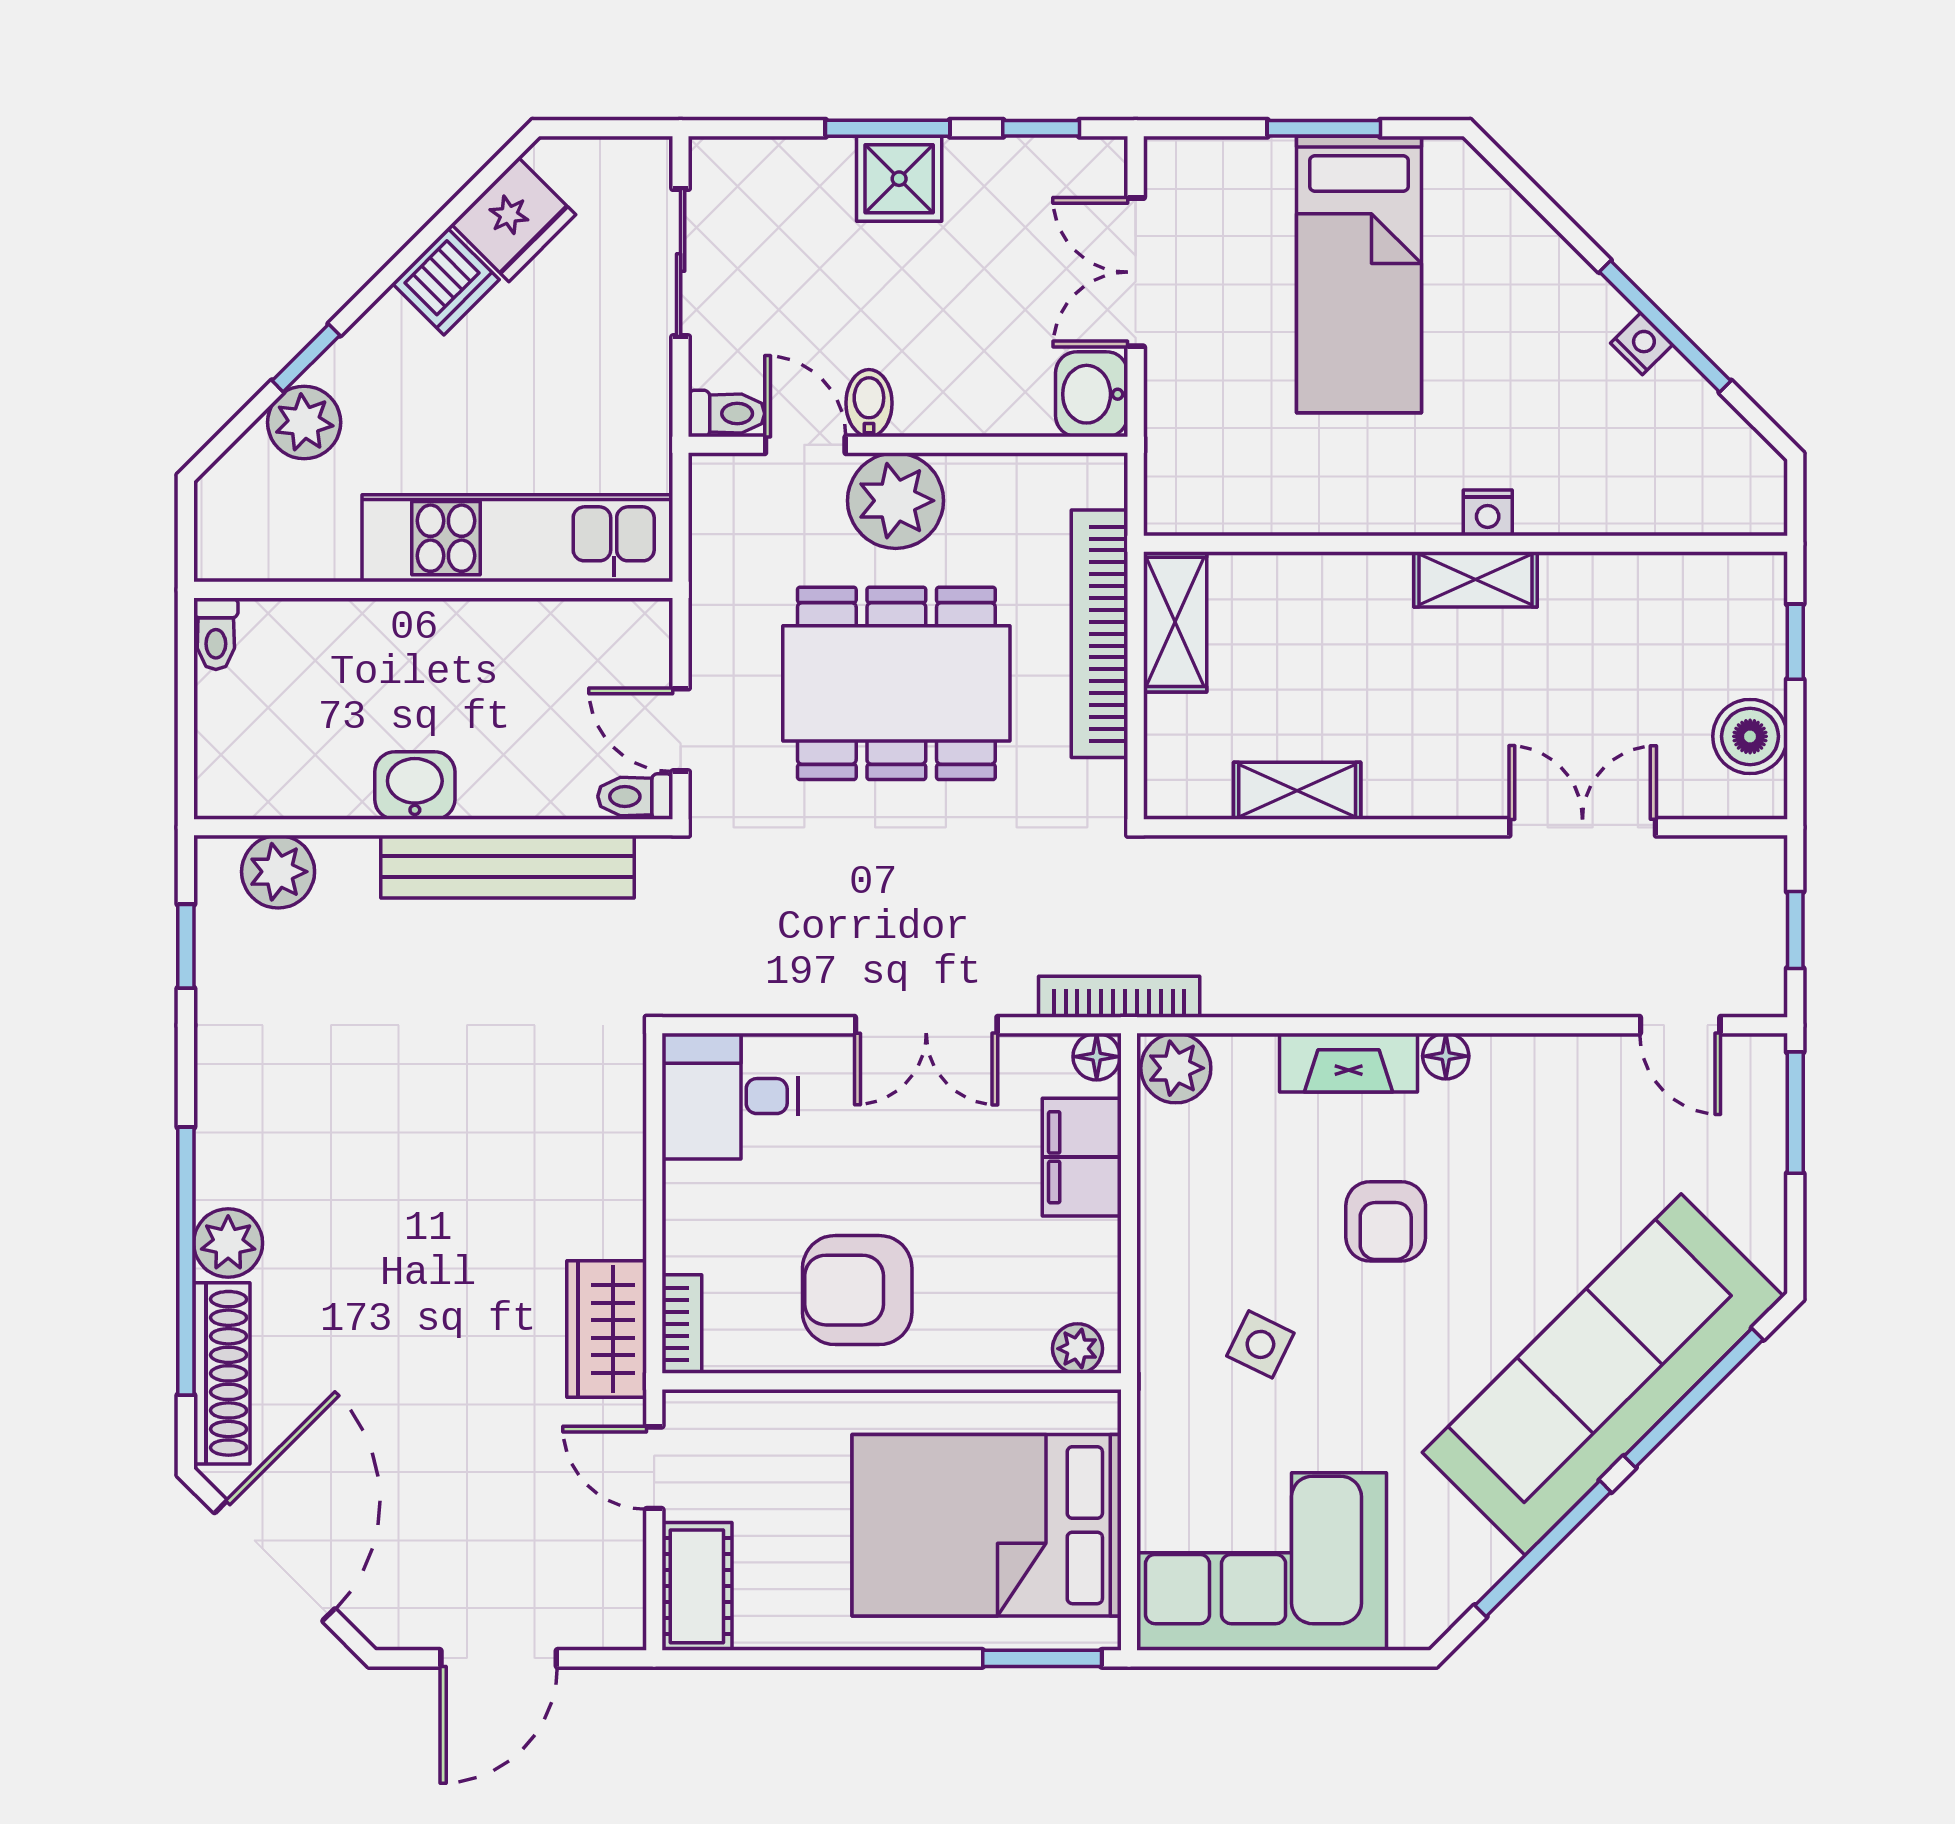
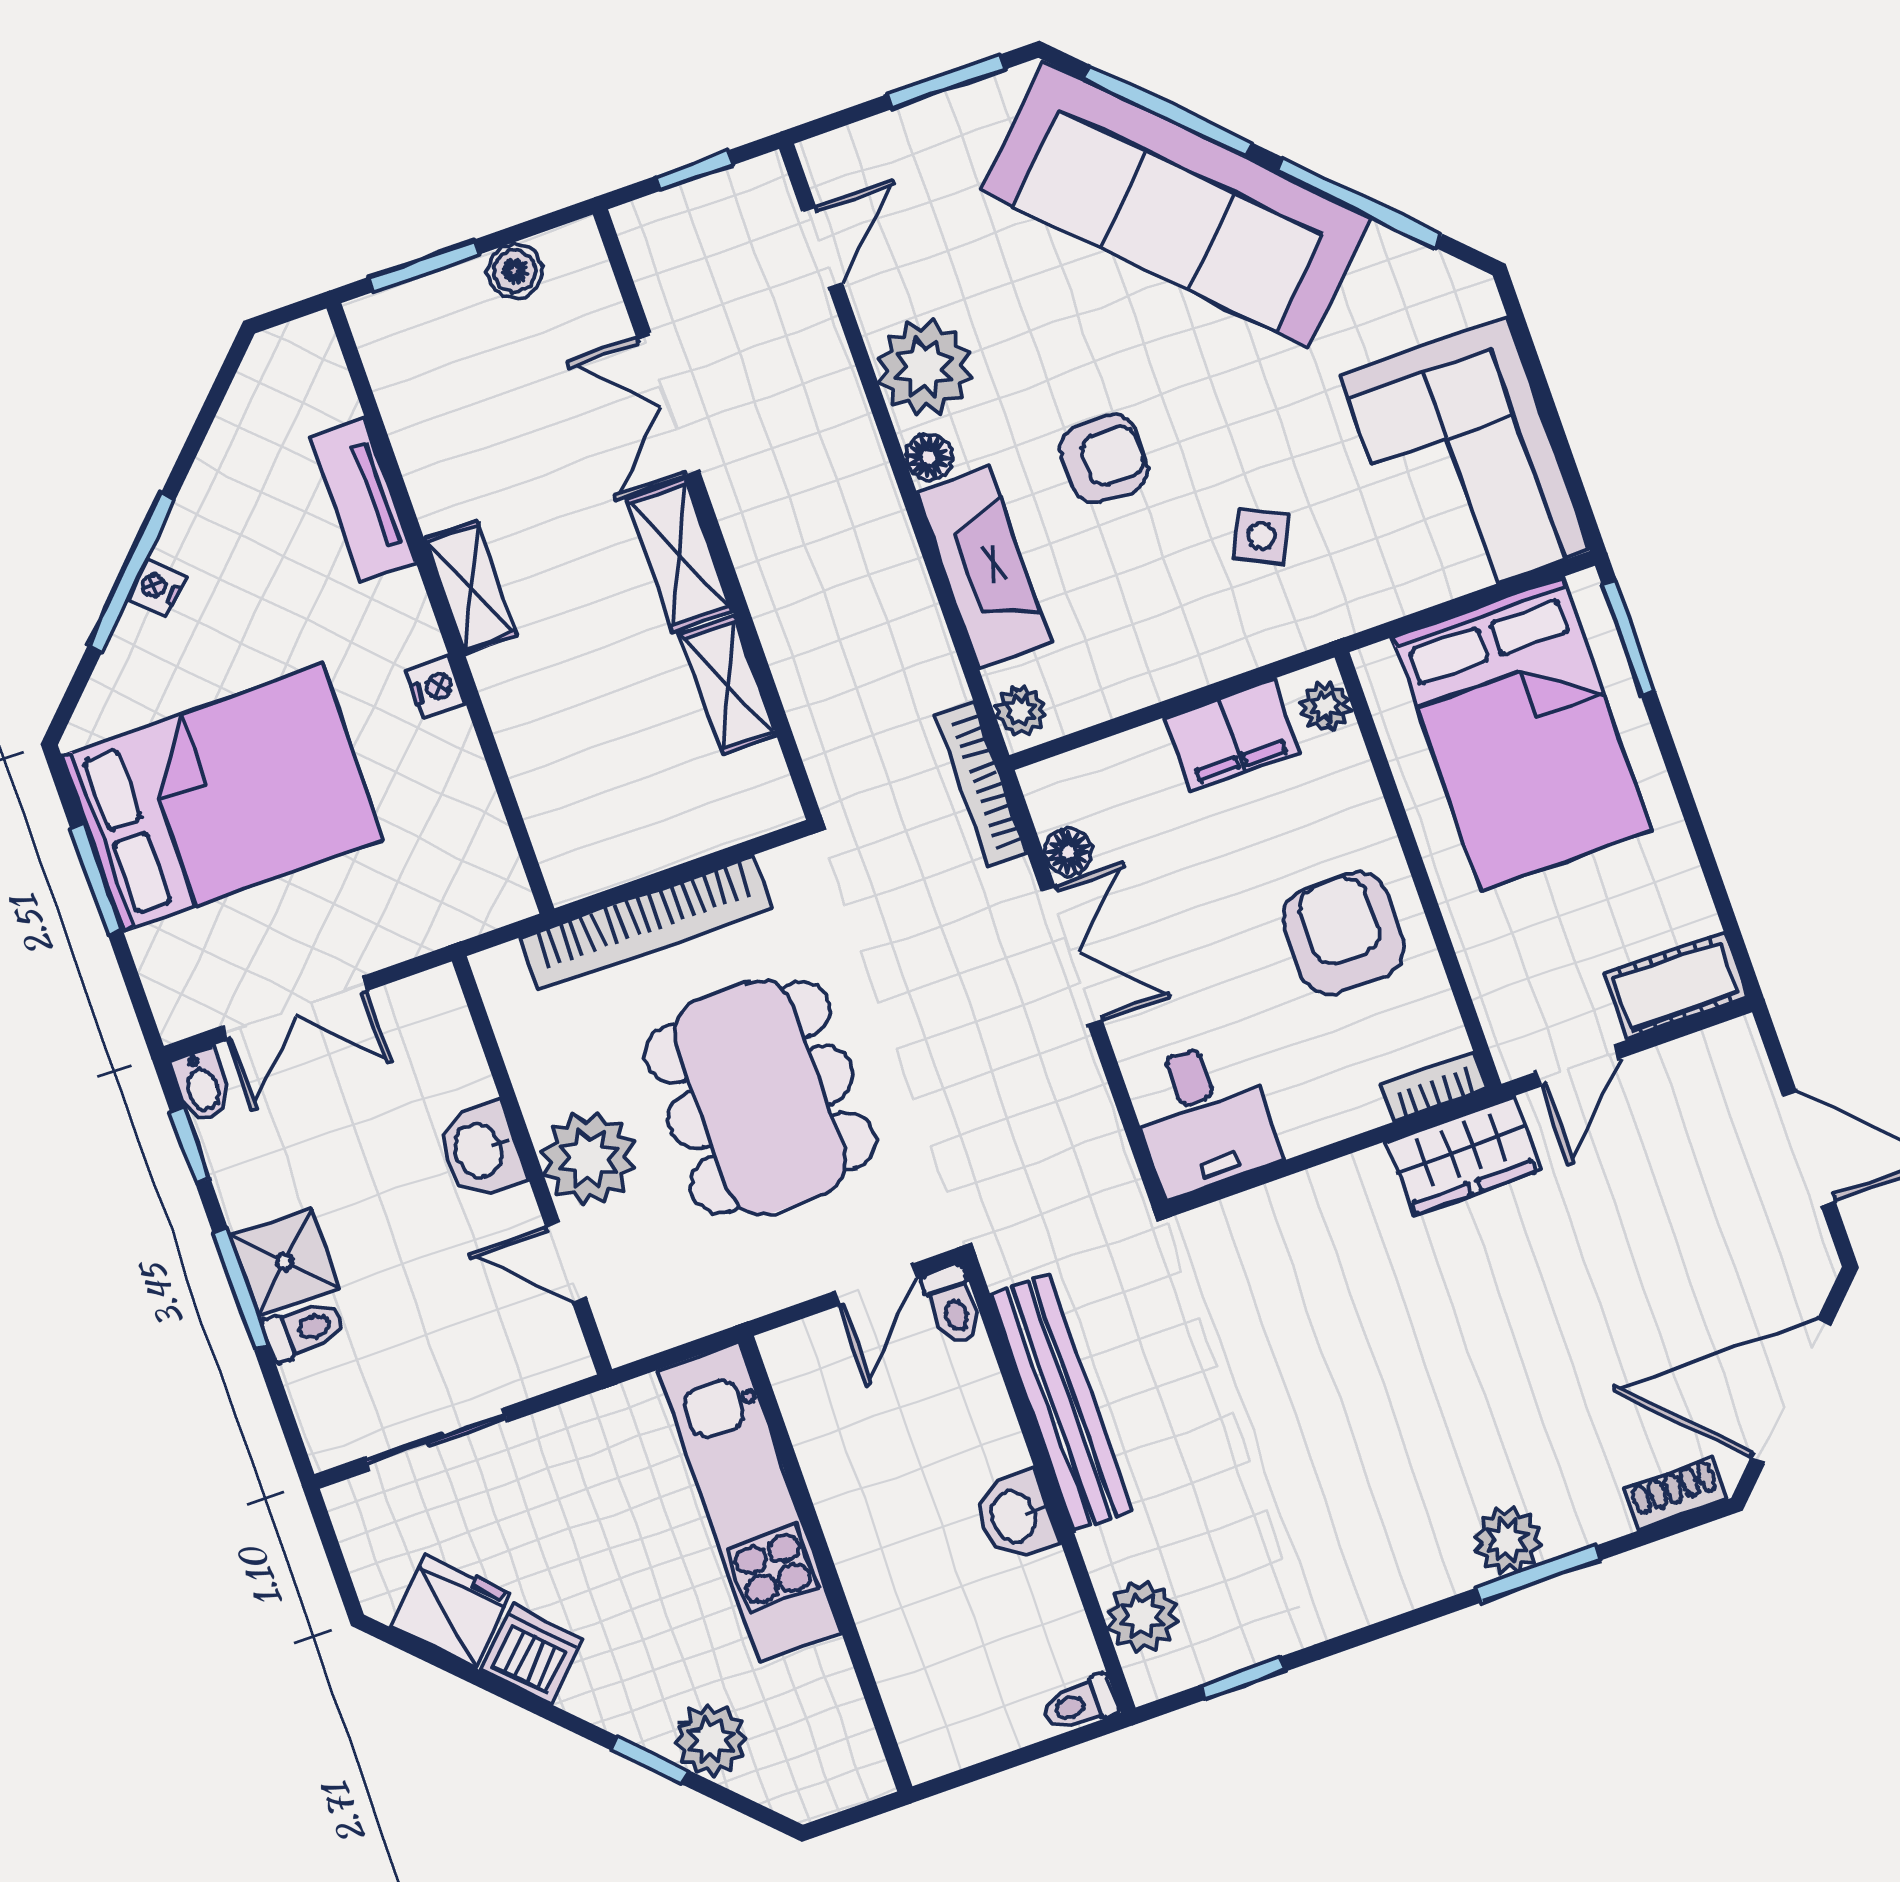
bed: (1359, 275) -> (222, 798), width x1.50
window: (1665, 326) -> (132, 573), moved
nightstand: (1641, 344) -> (157, 588), moved
washbasin: (1092, 394) -> (480, 1150), moved, turned 90
bidet: (869, 403) -> (202, 1085), moved, turned -90
toilet: (727, 414) -> (304, 1330), moved, turned 90
door: (805, 445) -> (566, 1262), hinge flipped
tv unit: (1594, 506) -> (363, 500), added
nightstand: (1488, 513) -> (435, 687), moved
shelving: (1175, 622) -> (680, 555), moved, turned 90
toilet: (216, 634) -> (1080, 1704), moved, turned 180
window: (1795, 642) -> (423, 266), width x1.50
boiler: (1750, 736) -> (515, 271), width x0.73, depth x0.73
floor lamp: (1097, 1057) -> (1068, 852), moved
fireplace: (1349, 1063) -> (984, 567), width x1.37, depth x1.32
plant: (1176, 1068) -> (1020, 710), width x0.73, depth x0.73
plant: (1532, 1082) -> (924, 368), added
window: (1795, 1113) -> (946, 82), moved
filing cabinet: (1082, 1157) -> (1232, 735), moved
window: (186, 1261) -> (1539, 1574), width x0.47
armchair: (857, 1290) -> (1344, 933), turned 180
shoe rack: (222, 1373) -> (1675, 1494), width x0.51, depth x0.81

